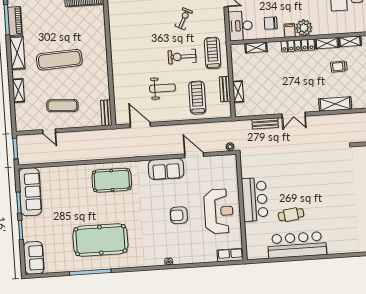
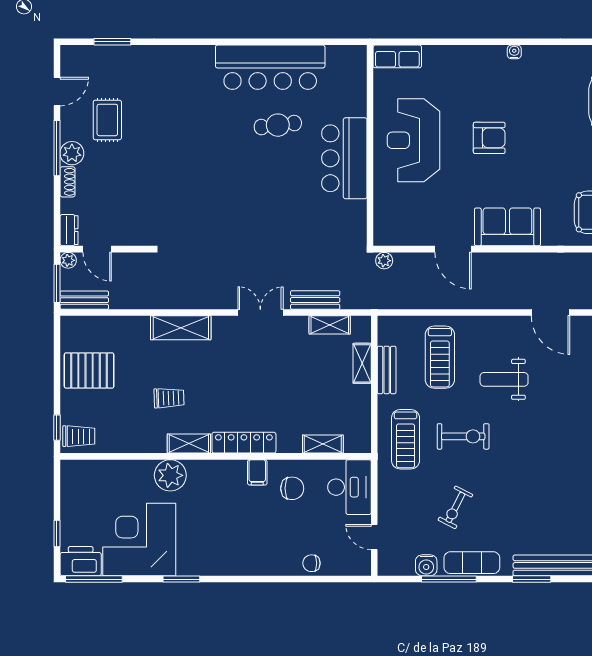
plant: (304, 28) -> (170, 475), moved
shelving: (350, 41) -> (330, 325), moved

